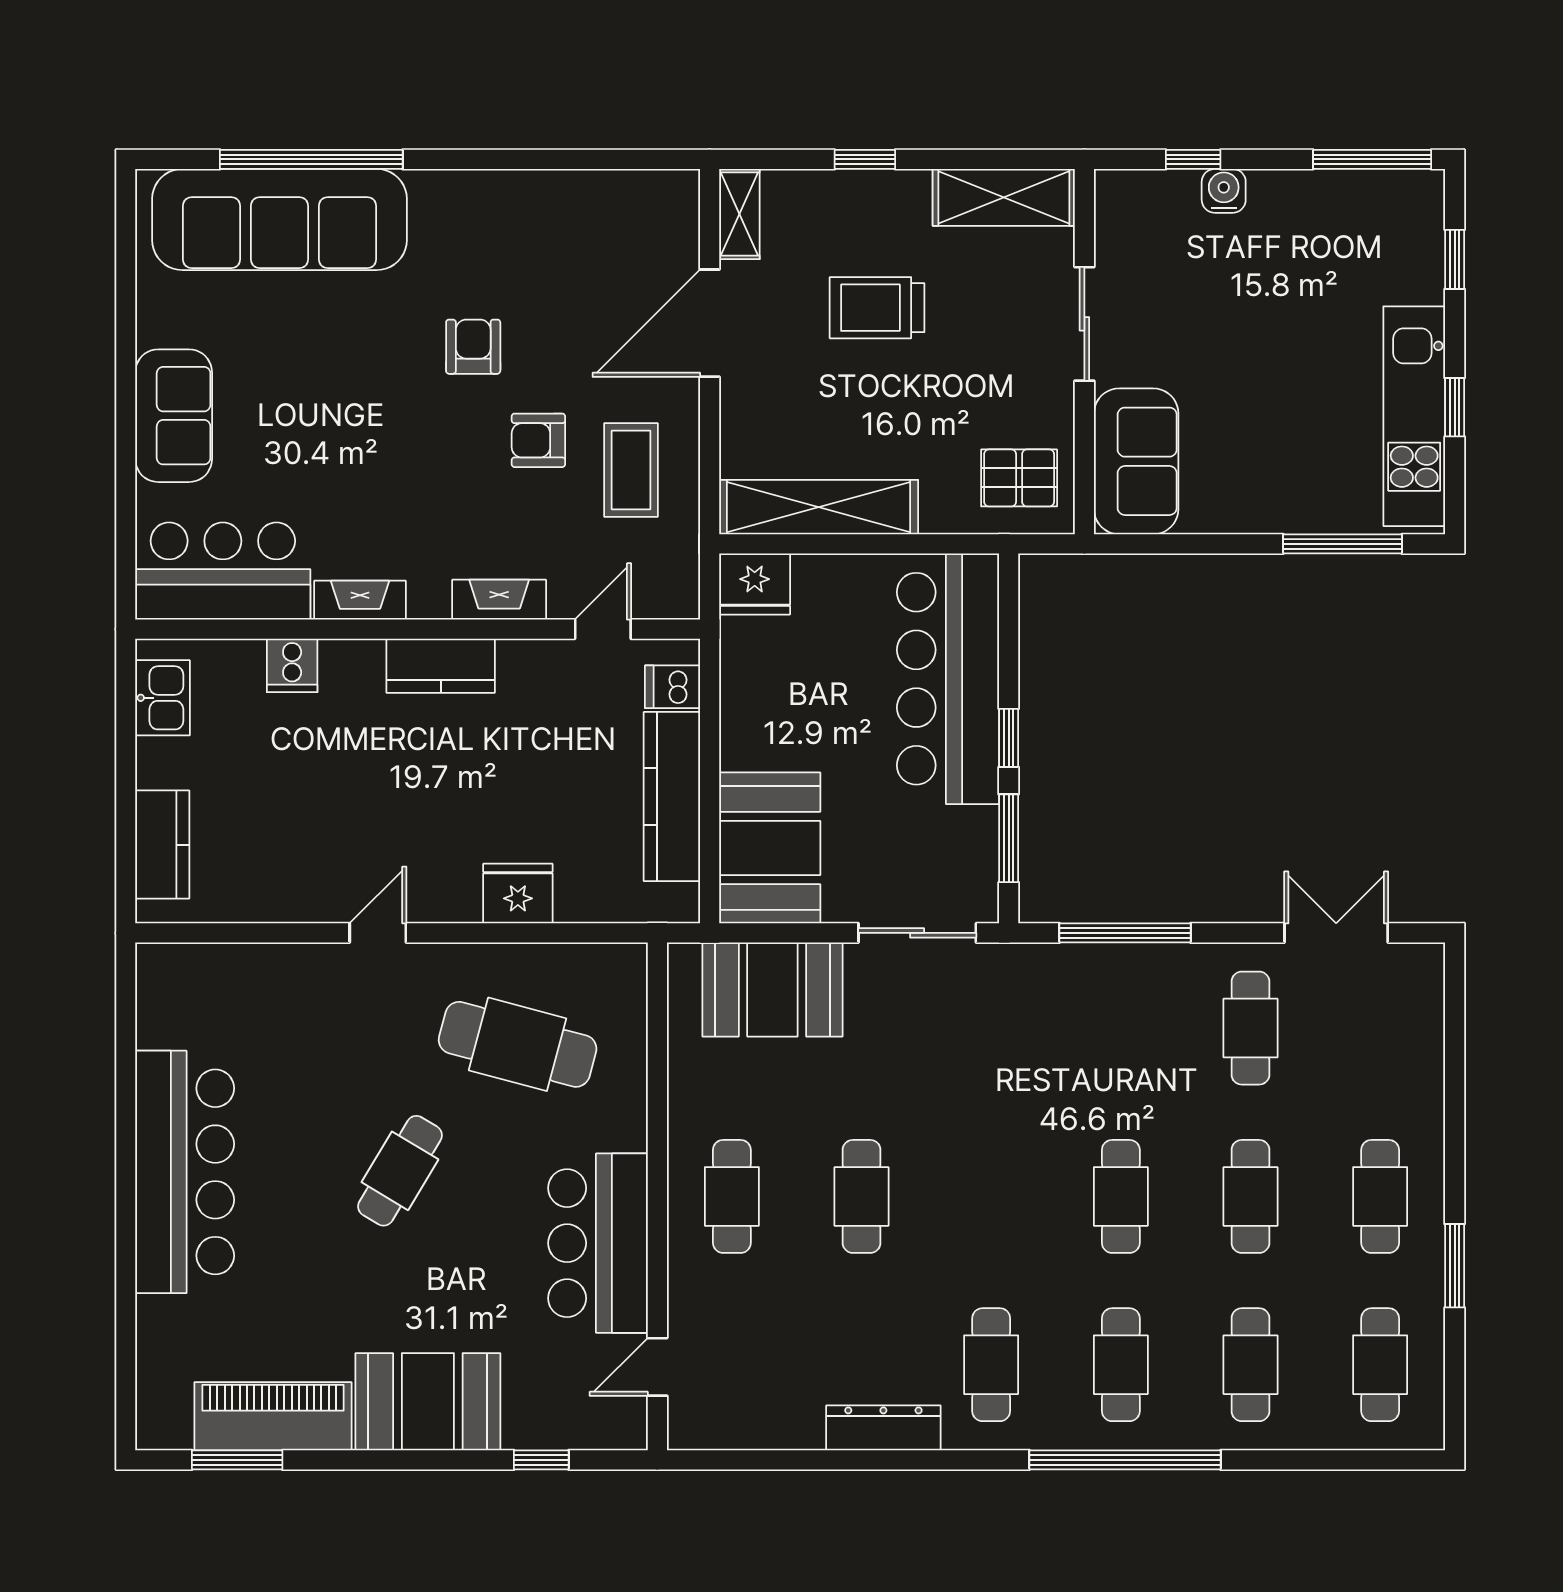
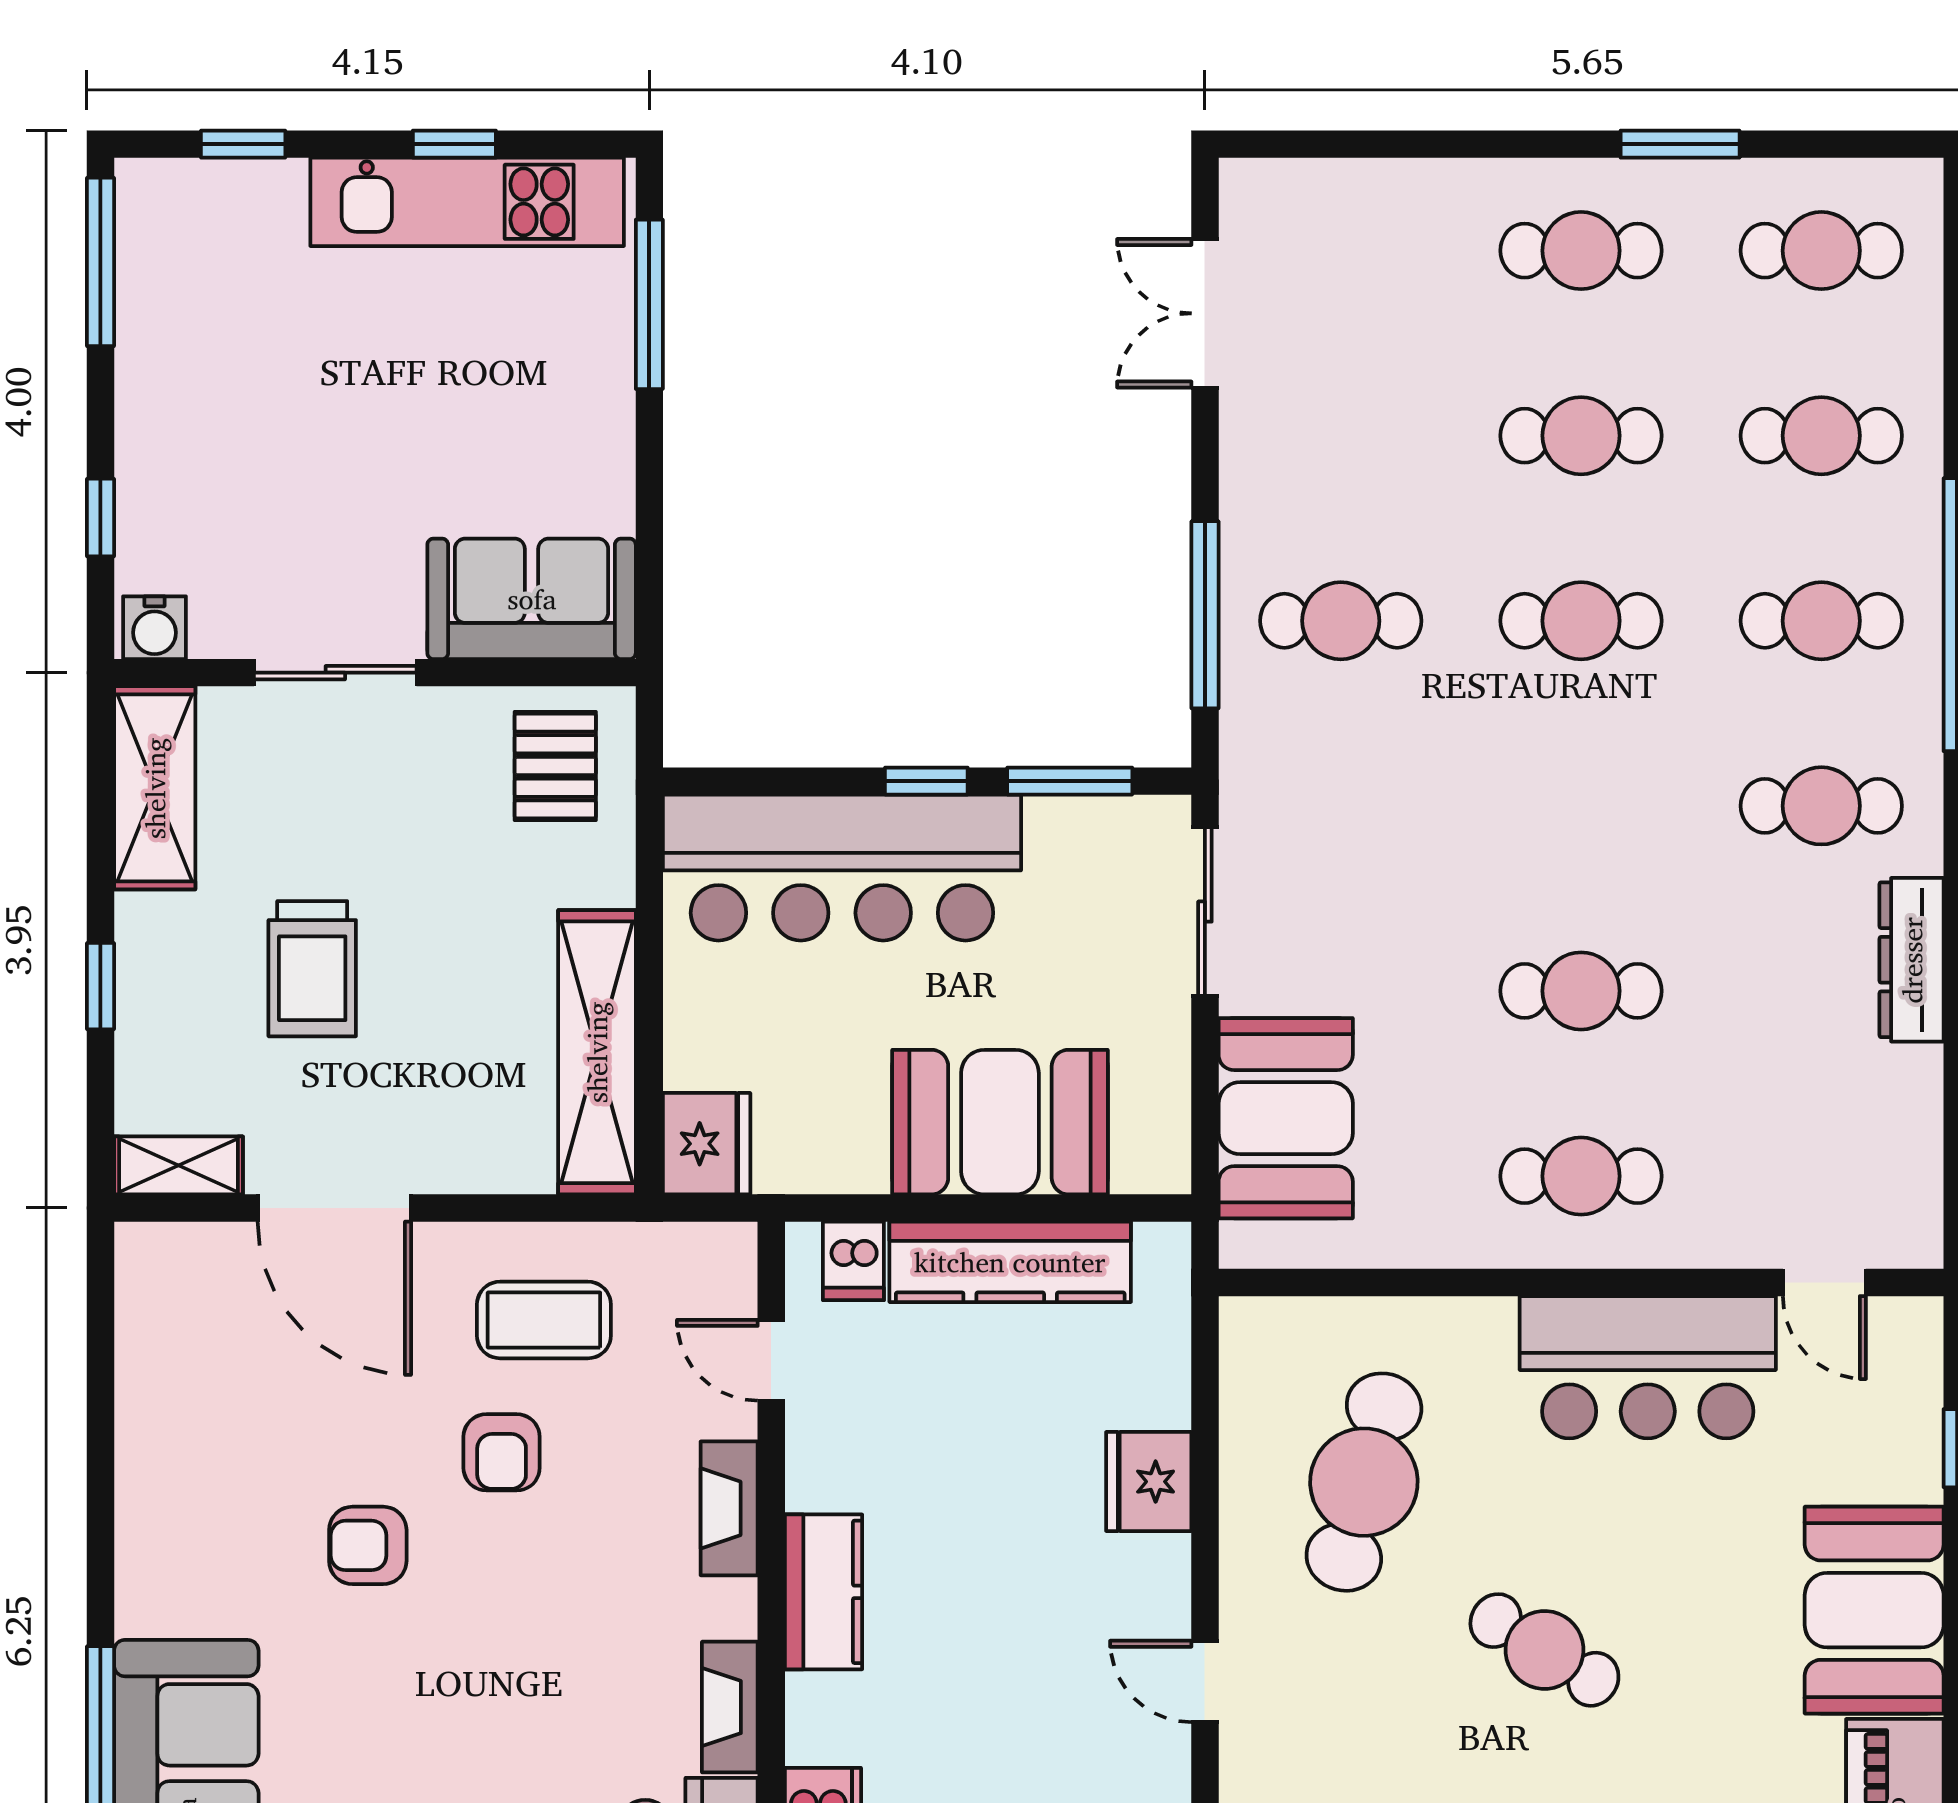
water cooler: (1224, 191) -> (154, 628), moved, turned -90
booth: (770, 848) -> (1000, 1122), moved
cafe table: (1250, 1028) -> (1341, 621), moved

